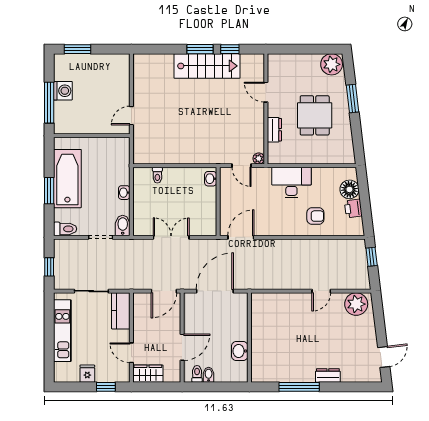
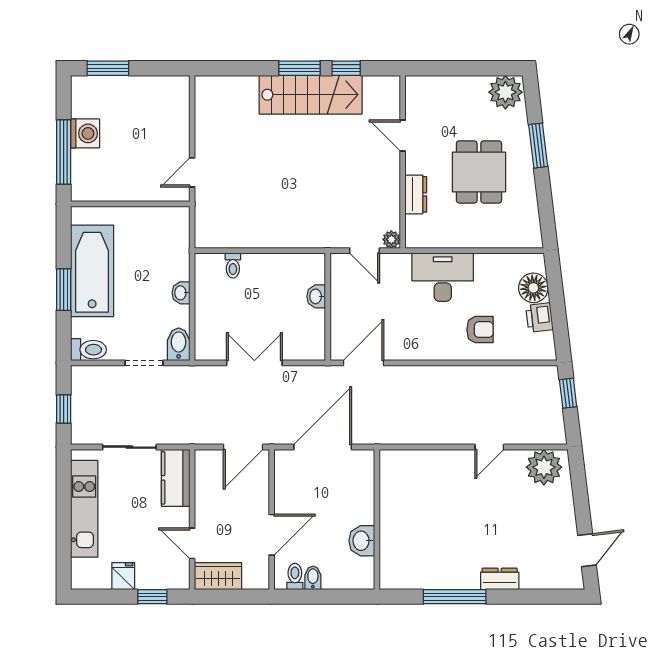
washbasin: (211, 179) -> (316, 296), moved

